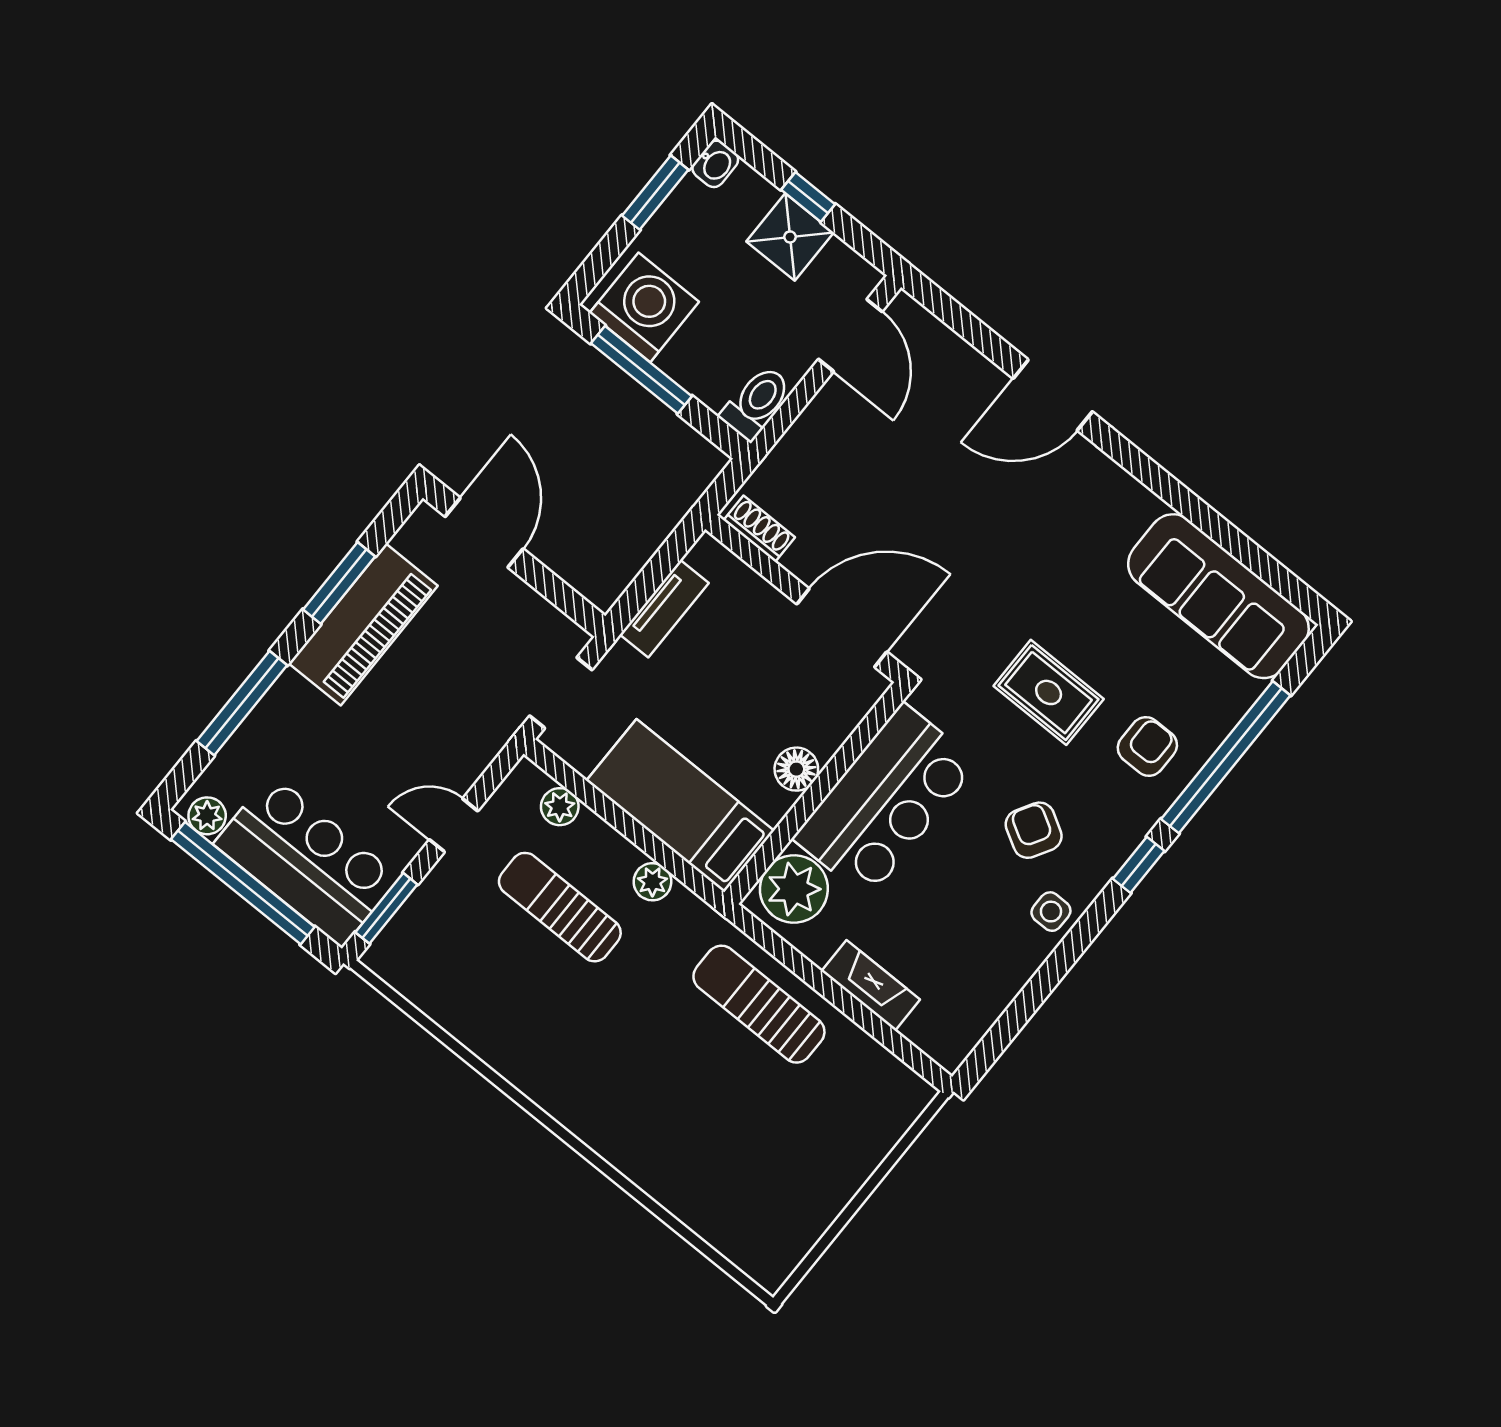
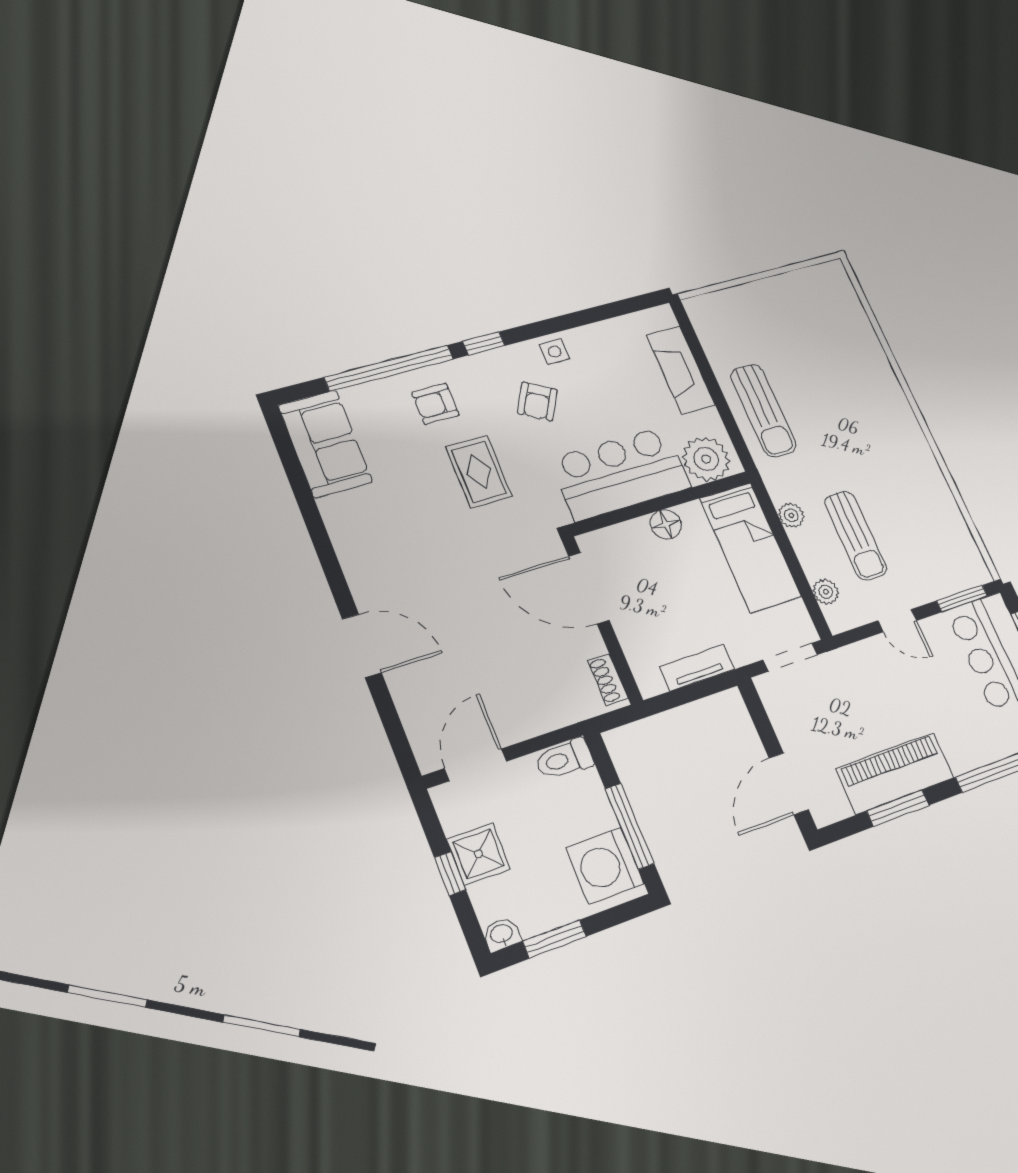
sofa: (1218, 596) -> (325, 444), width x0.73
fireplace: (871, 985) -> (681, 370), width x1.37, depth x1.32

